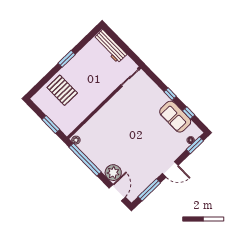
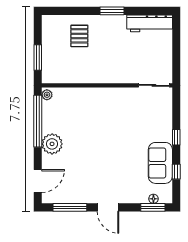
workbench: (110, 46) -> (150, 23), moved, turned -90
pallet: (62, 90) -> (79, 36), width x0.67, depth x0.71
plant: (113, 173) -> (52, 144), moved

